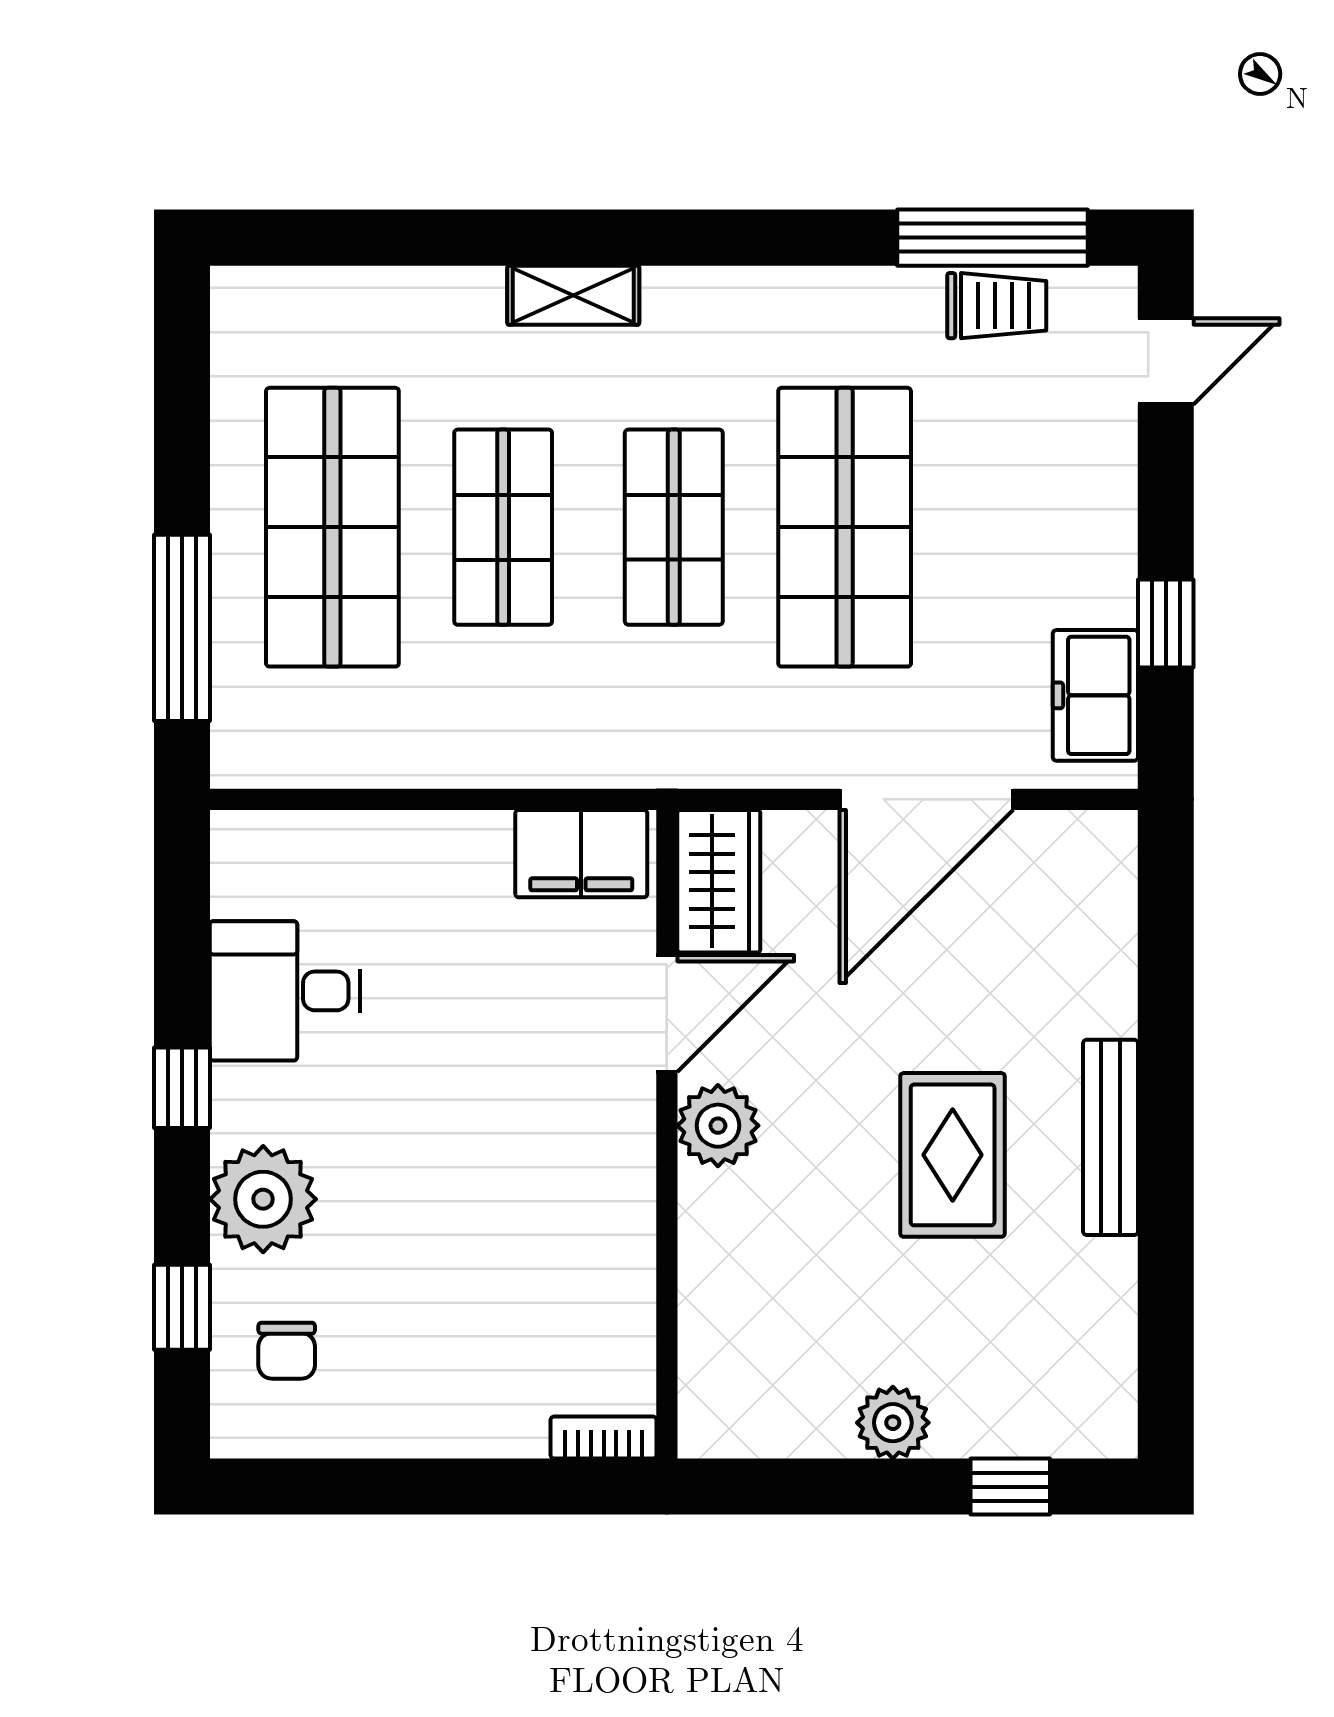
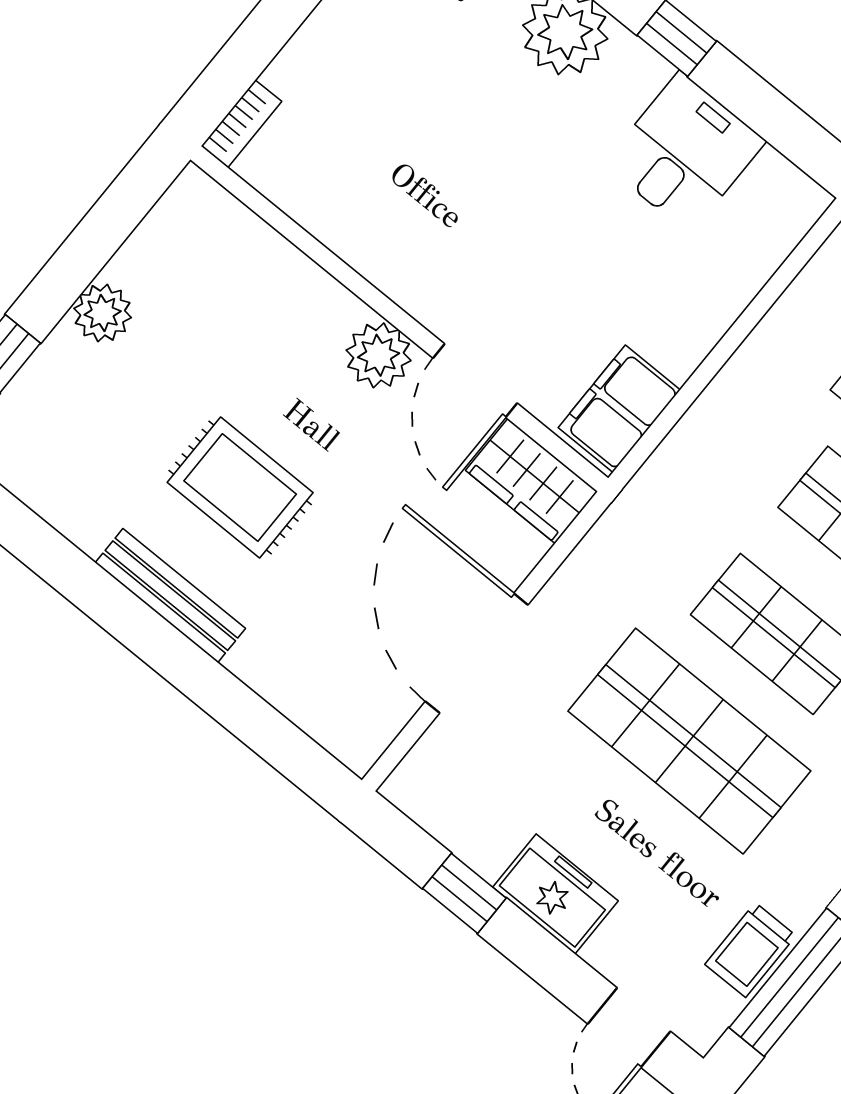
freezer: (1095, 695) -> (555, 894), moved

